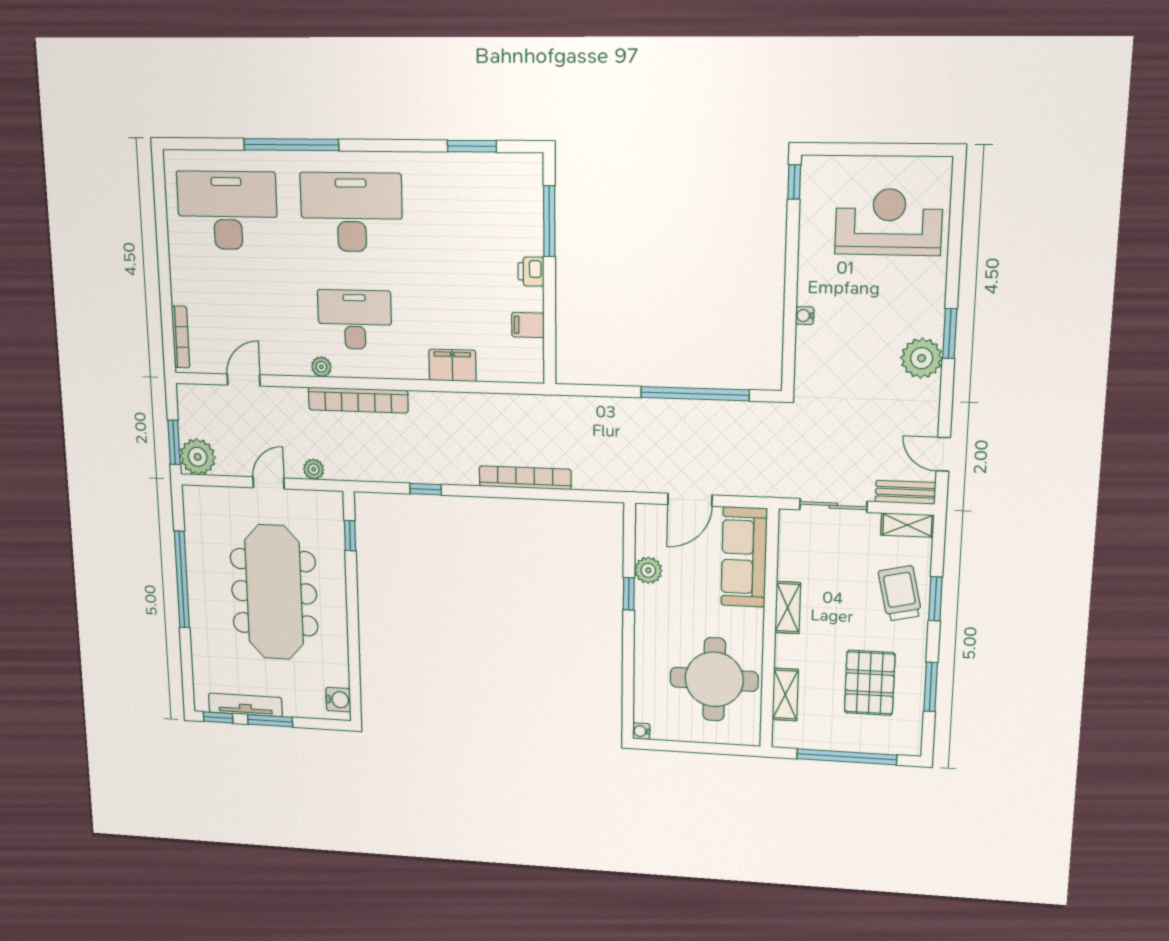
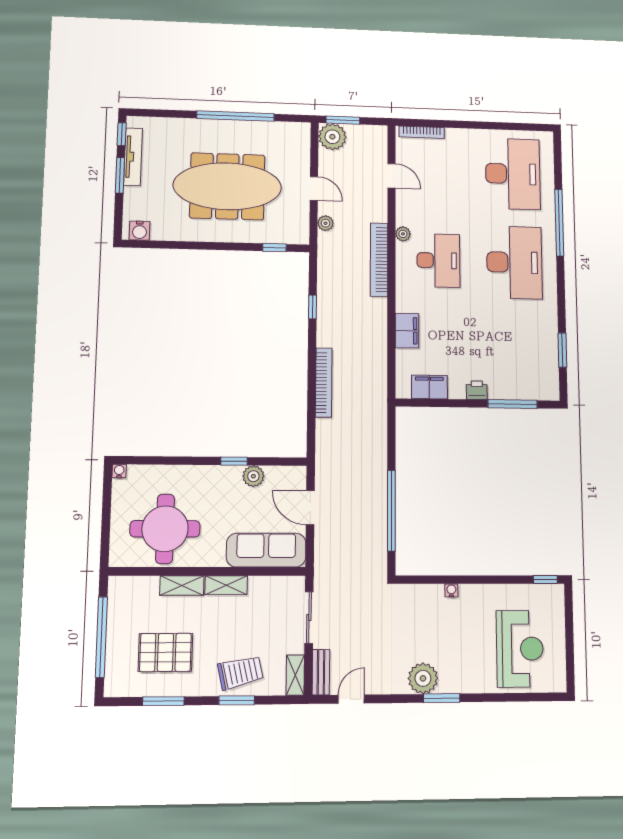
filing cabinet: (528, 325) -> (429, 387), width x2.00
shelving: (785, 695) -> (182, 586), moved

